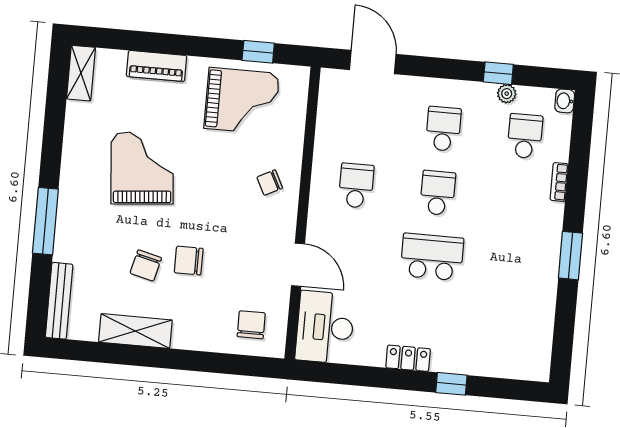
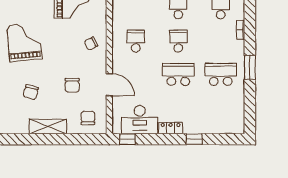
chair: (189, 261) -> (72, 85), moved, turned -90
school desk: (513, 264) -> (221, 74), added
desk: (325, 327) -> (140, 120), moved, turned -90
shelving: (135, 331) -> (48, 126), moved
window: (323, 372) -> (127, 139), added

